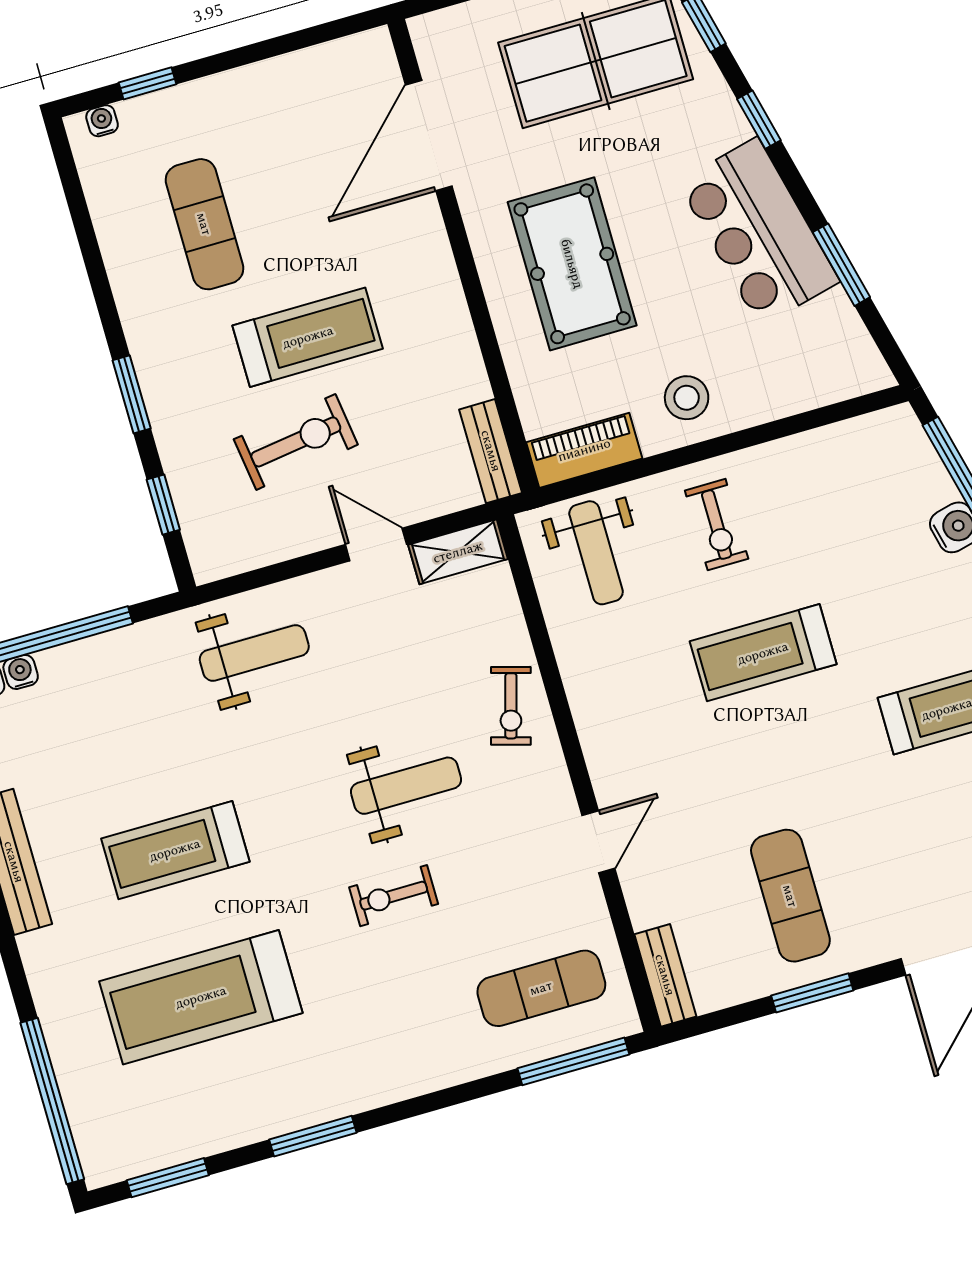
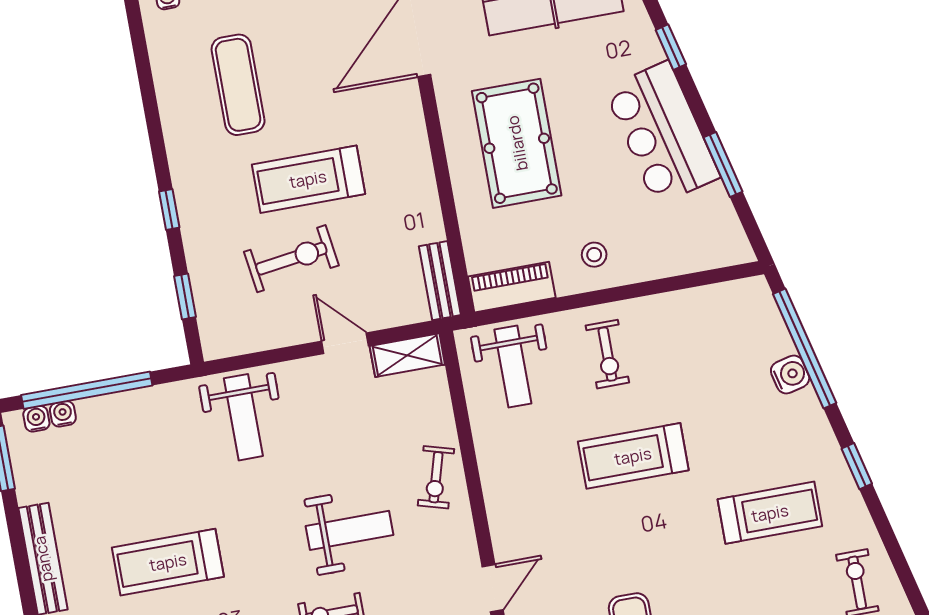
treadmill: (308, 337) -> (308, 179), turned 180
window: (132, 394) -> (169, 210), width x0.67
stool: (687, 398) -> (594, 255), width x0.73, depth x0.73
weight bench: (254, 653) -> (243, 417), turned 90

